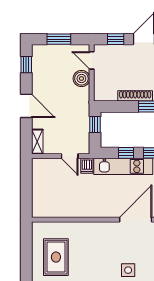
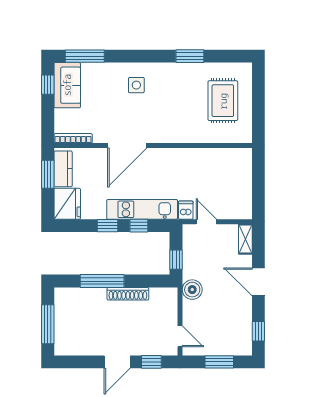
boiler: (81, 79) -> (192, 290), moved

